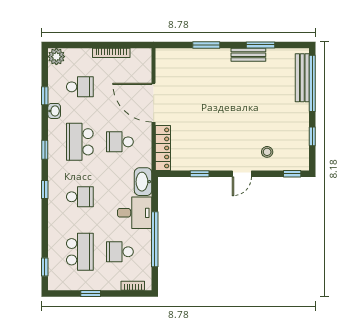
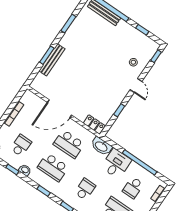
bench: (248, 55) -> (52, 60), moved, width x1.36
school desk: (120, 142) -> (69, 144), width x1.85
locker: (163, 148) -> (94, 124), width x0.66

